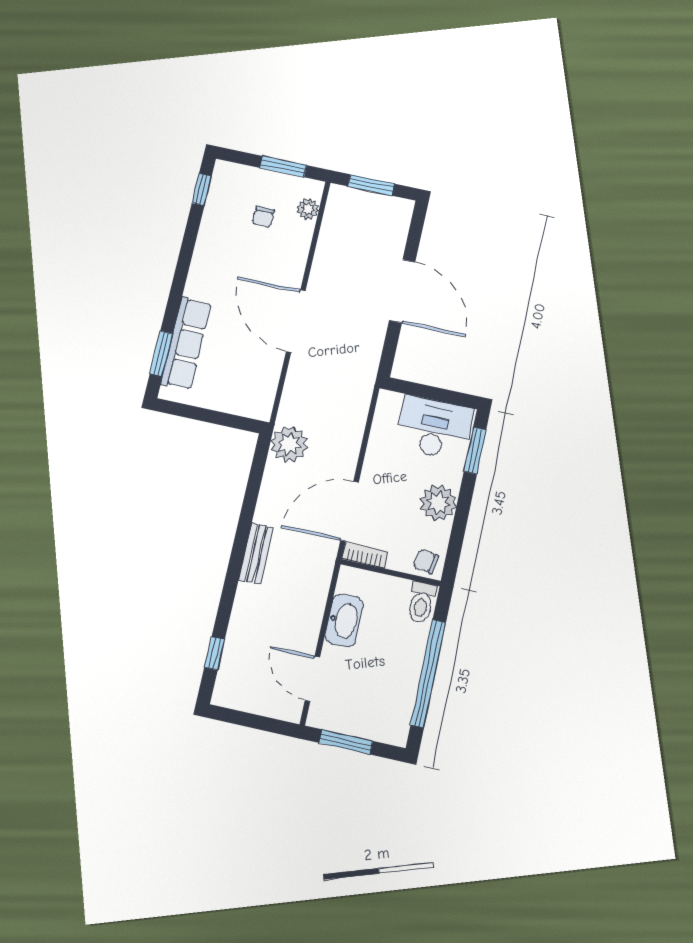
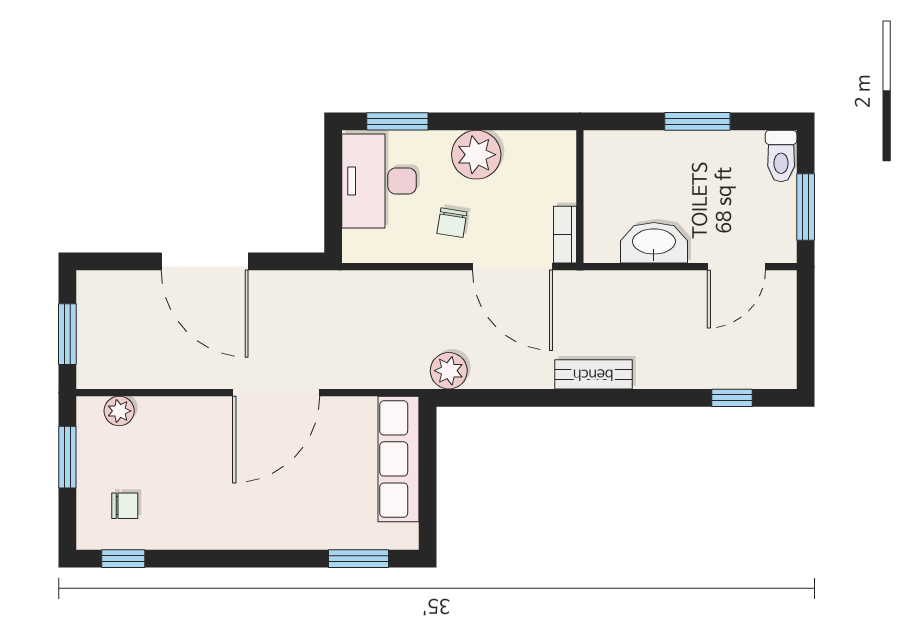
chair: (263, 217) -> (125, 506), moved
door: (402, 291) -> (205, 261), swing flipped
row of seats: (186, 343) -> (399, 459), moved, turned -90
plant: (289, 444) -> (449, 371), width x0.73, depth x0.73
chair: (426, 561) -> (452, 223), moved
toilet: (421, 602) -> (781, 156), moved, turned 90
window: (428, 674) -> (697, 121), width x0.47

